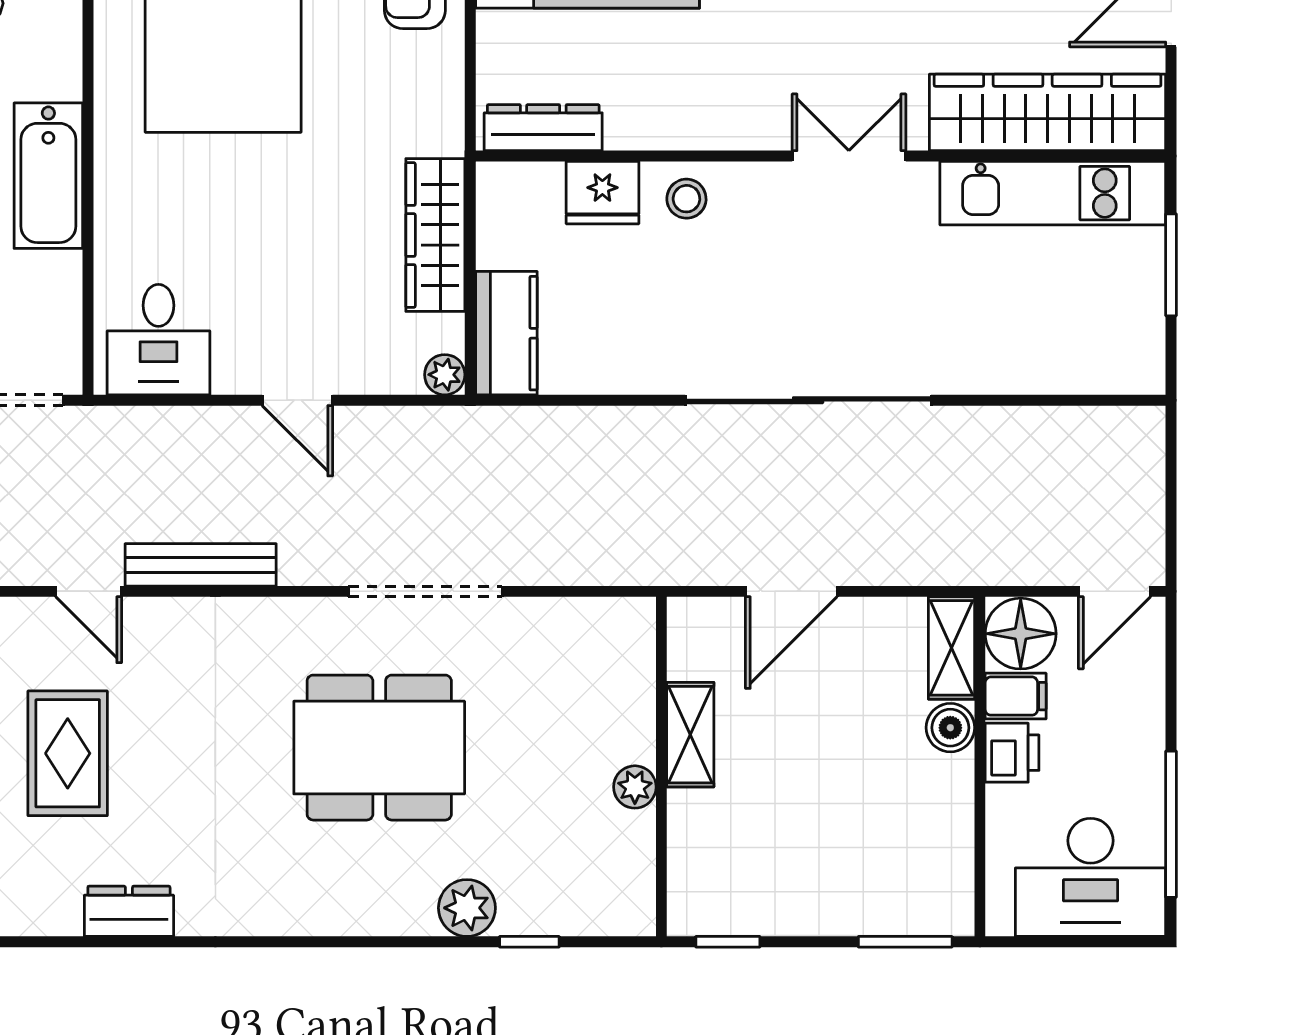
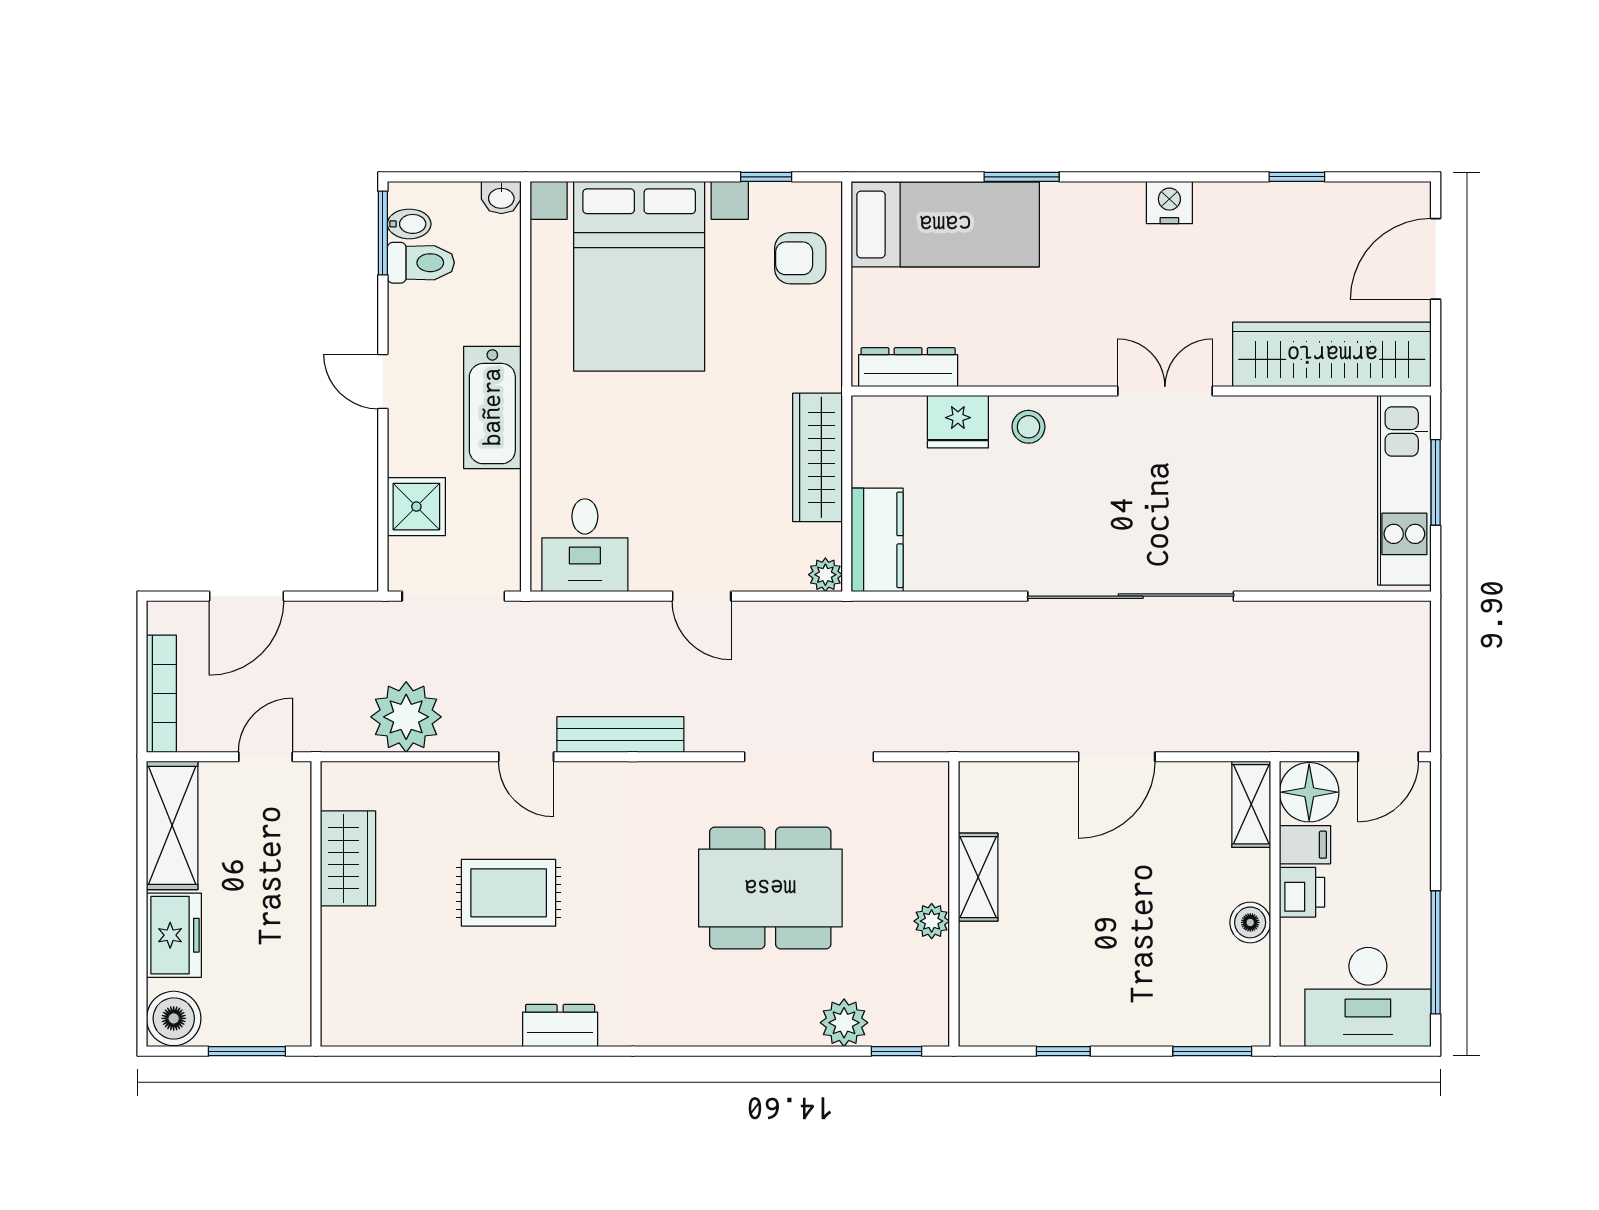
kitchen unit: (1053, 193) -> (1404, 490), moved, turned 90
boiler: (950, 728) -> (1250, 922), moved
shelving: (690, 735) -> (978, 877), moved
rug: (68, 753) -> (509, 893), turned 90
wall: (661, 767) -> (954, 904), moved
plant: (635, 787) -> (932, 921), moved

